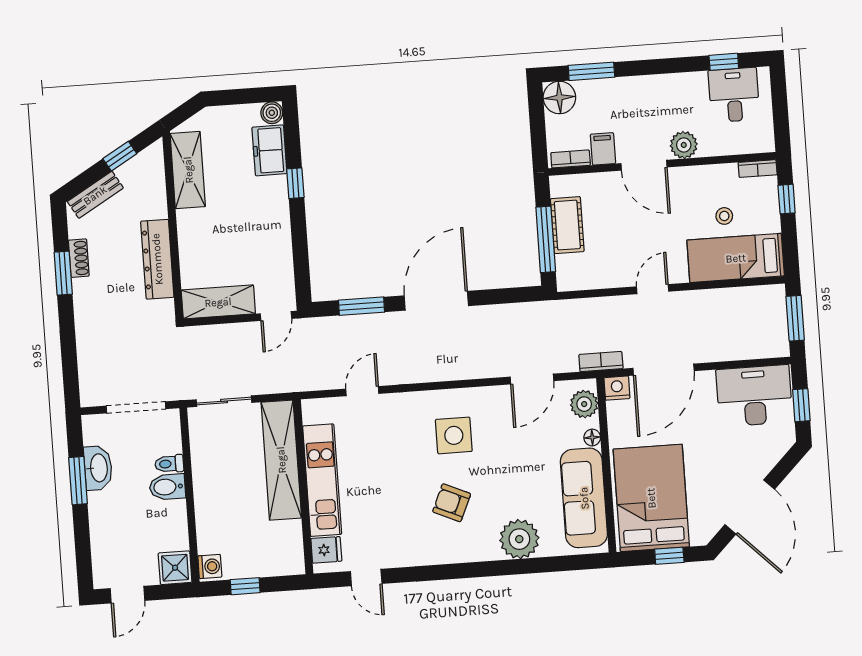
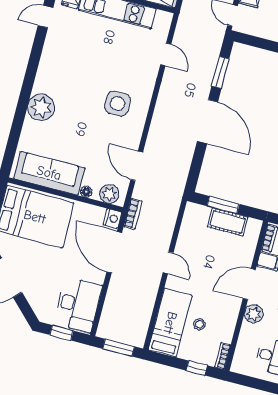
window: (546, 239) -> (223, 205), width x0.69
armchair: (452, 503) -> (75, 88), removed
plant: (519, 539) -> (41, 107), moved

